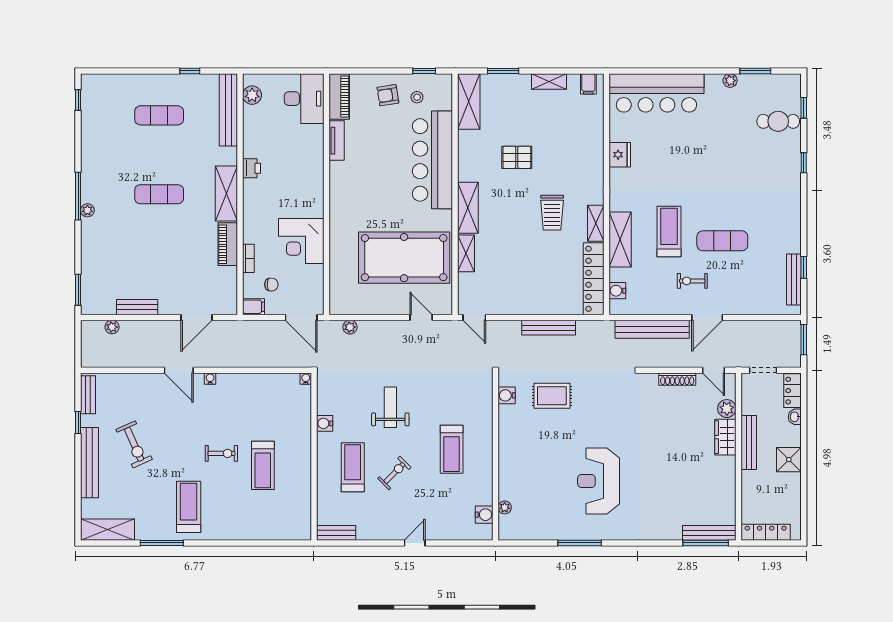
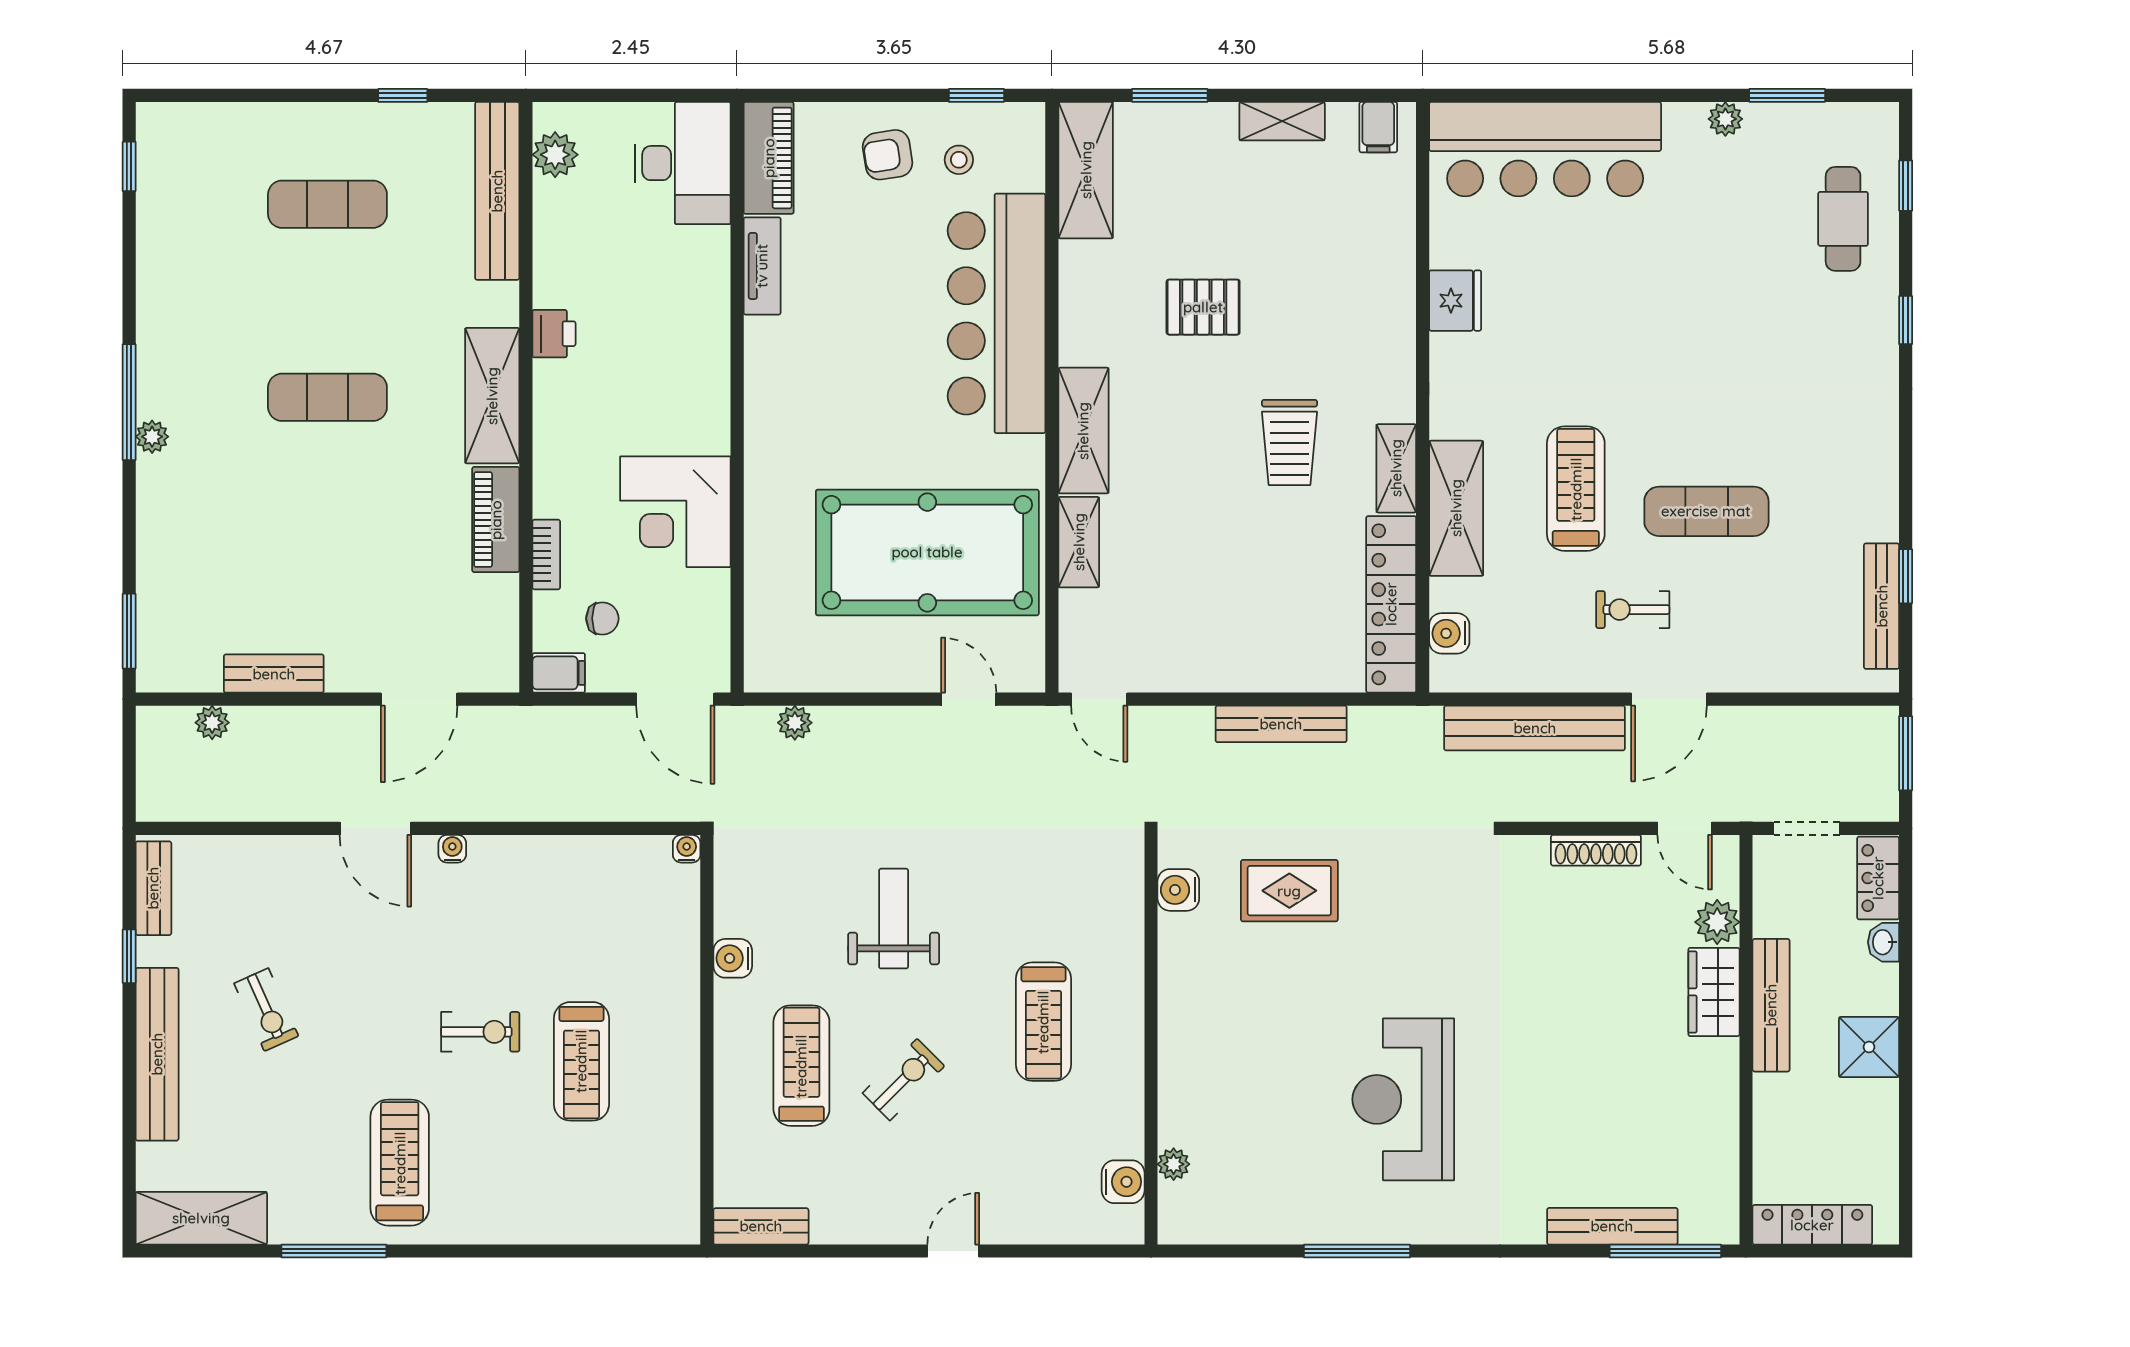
cafe table: (778, 121) -> (1843, 219), turned 90
exercise bike: (134, 444) -> (266, 1010), width x0.73, depth x0.72
bench: (709, 533) -> (1612, 1226), moved

